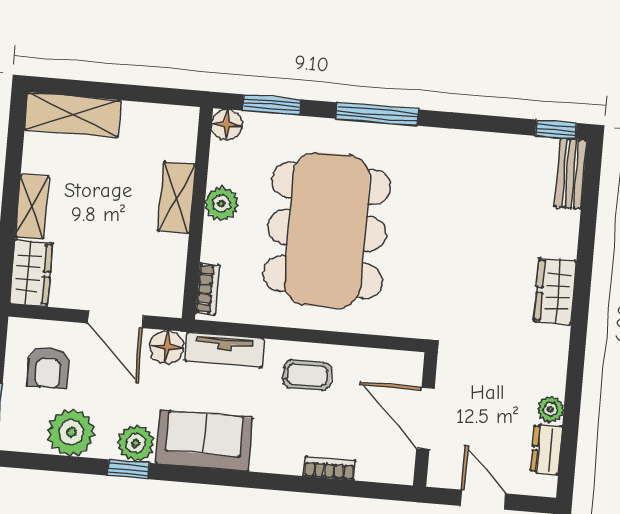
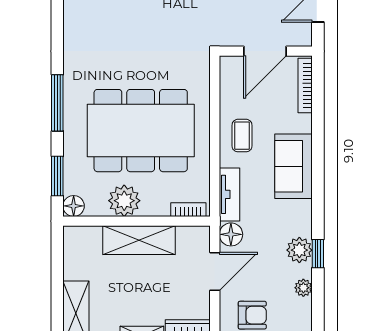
shelving: (176, 198) -> (139, 240), width x1.50, depth x1.33
plant: (222, 204) -> (124, 201), width x1.36, depth x1.36
plant: (71, 432) -> (303, 288), width x0.53, depth x0.53
sofa: (204, 441) -> (293, 166), moved
bookcase: (329, 468) -> (305, 85), moved, width x1.56

